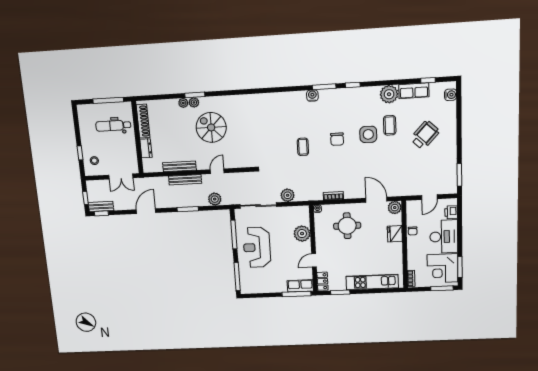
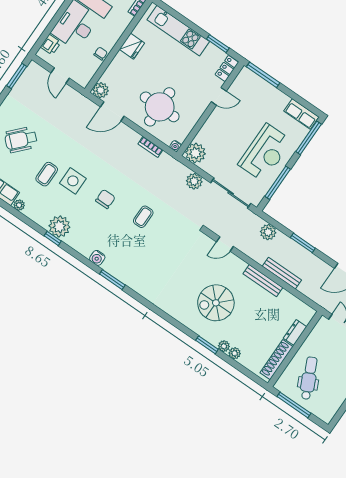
window: (324, 87) -> (112, 280), moved
plant: (389, 94) -> (19, 205), width x0.53, depth x0.53
plant: (354, 97) -> (59, 226), added
plant: (194, 102) -> (235, 353), moved
dental chair: (113, 126) -> (309, 378), turned -115
spiral stairs: (211, 127) -> (216, 303), turned 90
bench: (179, 166) -> (263, 281), moved
door: (217, 171) -> (225, 244), moved
door: (429, 197) -> (60, 75), swing flipped
door: (376, 200) -> (112, 111), hinge flipped
round table: (347, 226) -> (160, 107), width x1.36, depth x1.36
plant: (302, 234) -> (195, 153), moved
fridge: (395, 234) -> (132, 46), moved
row of seats: (300, 286) -> (301, 114), moved

